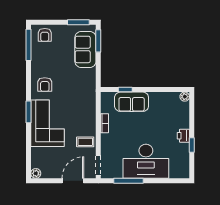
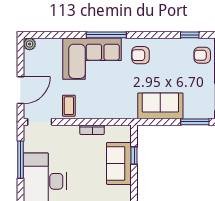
window: (28, 45) -> (190, 35), width x0.46
sofa: (85, 49) -> (160, 106), moved
window: (28, 112) -> (106, 35), width x1.44
door: (73, 181) -> (20, 90), hinge flipped

